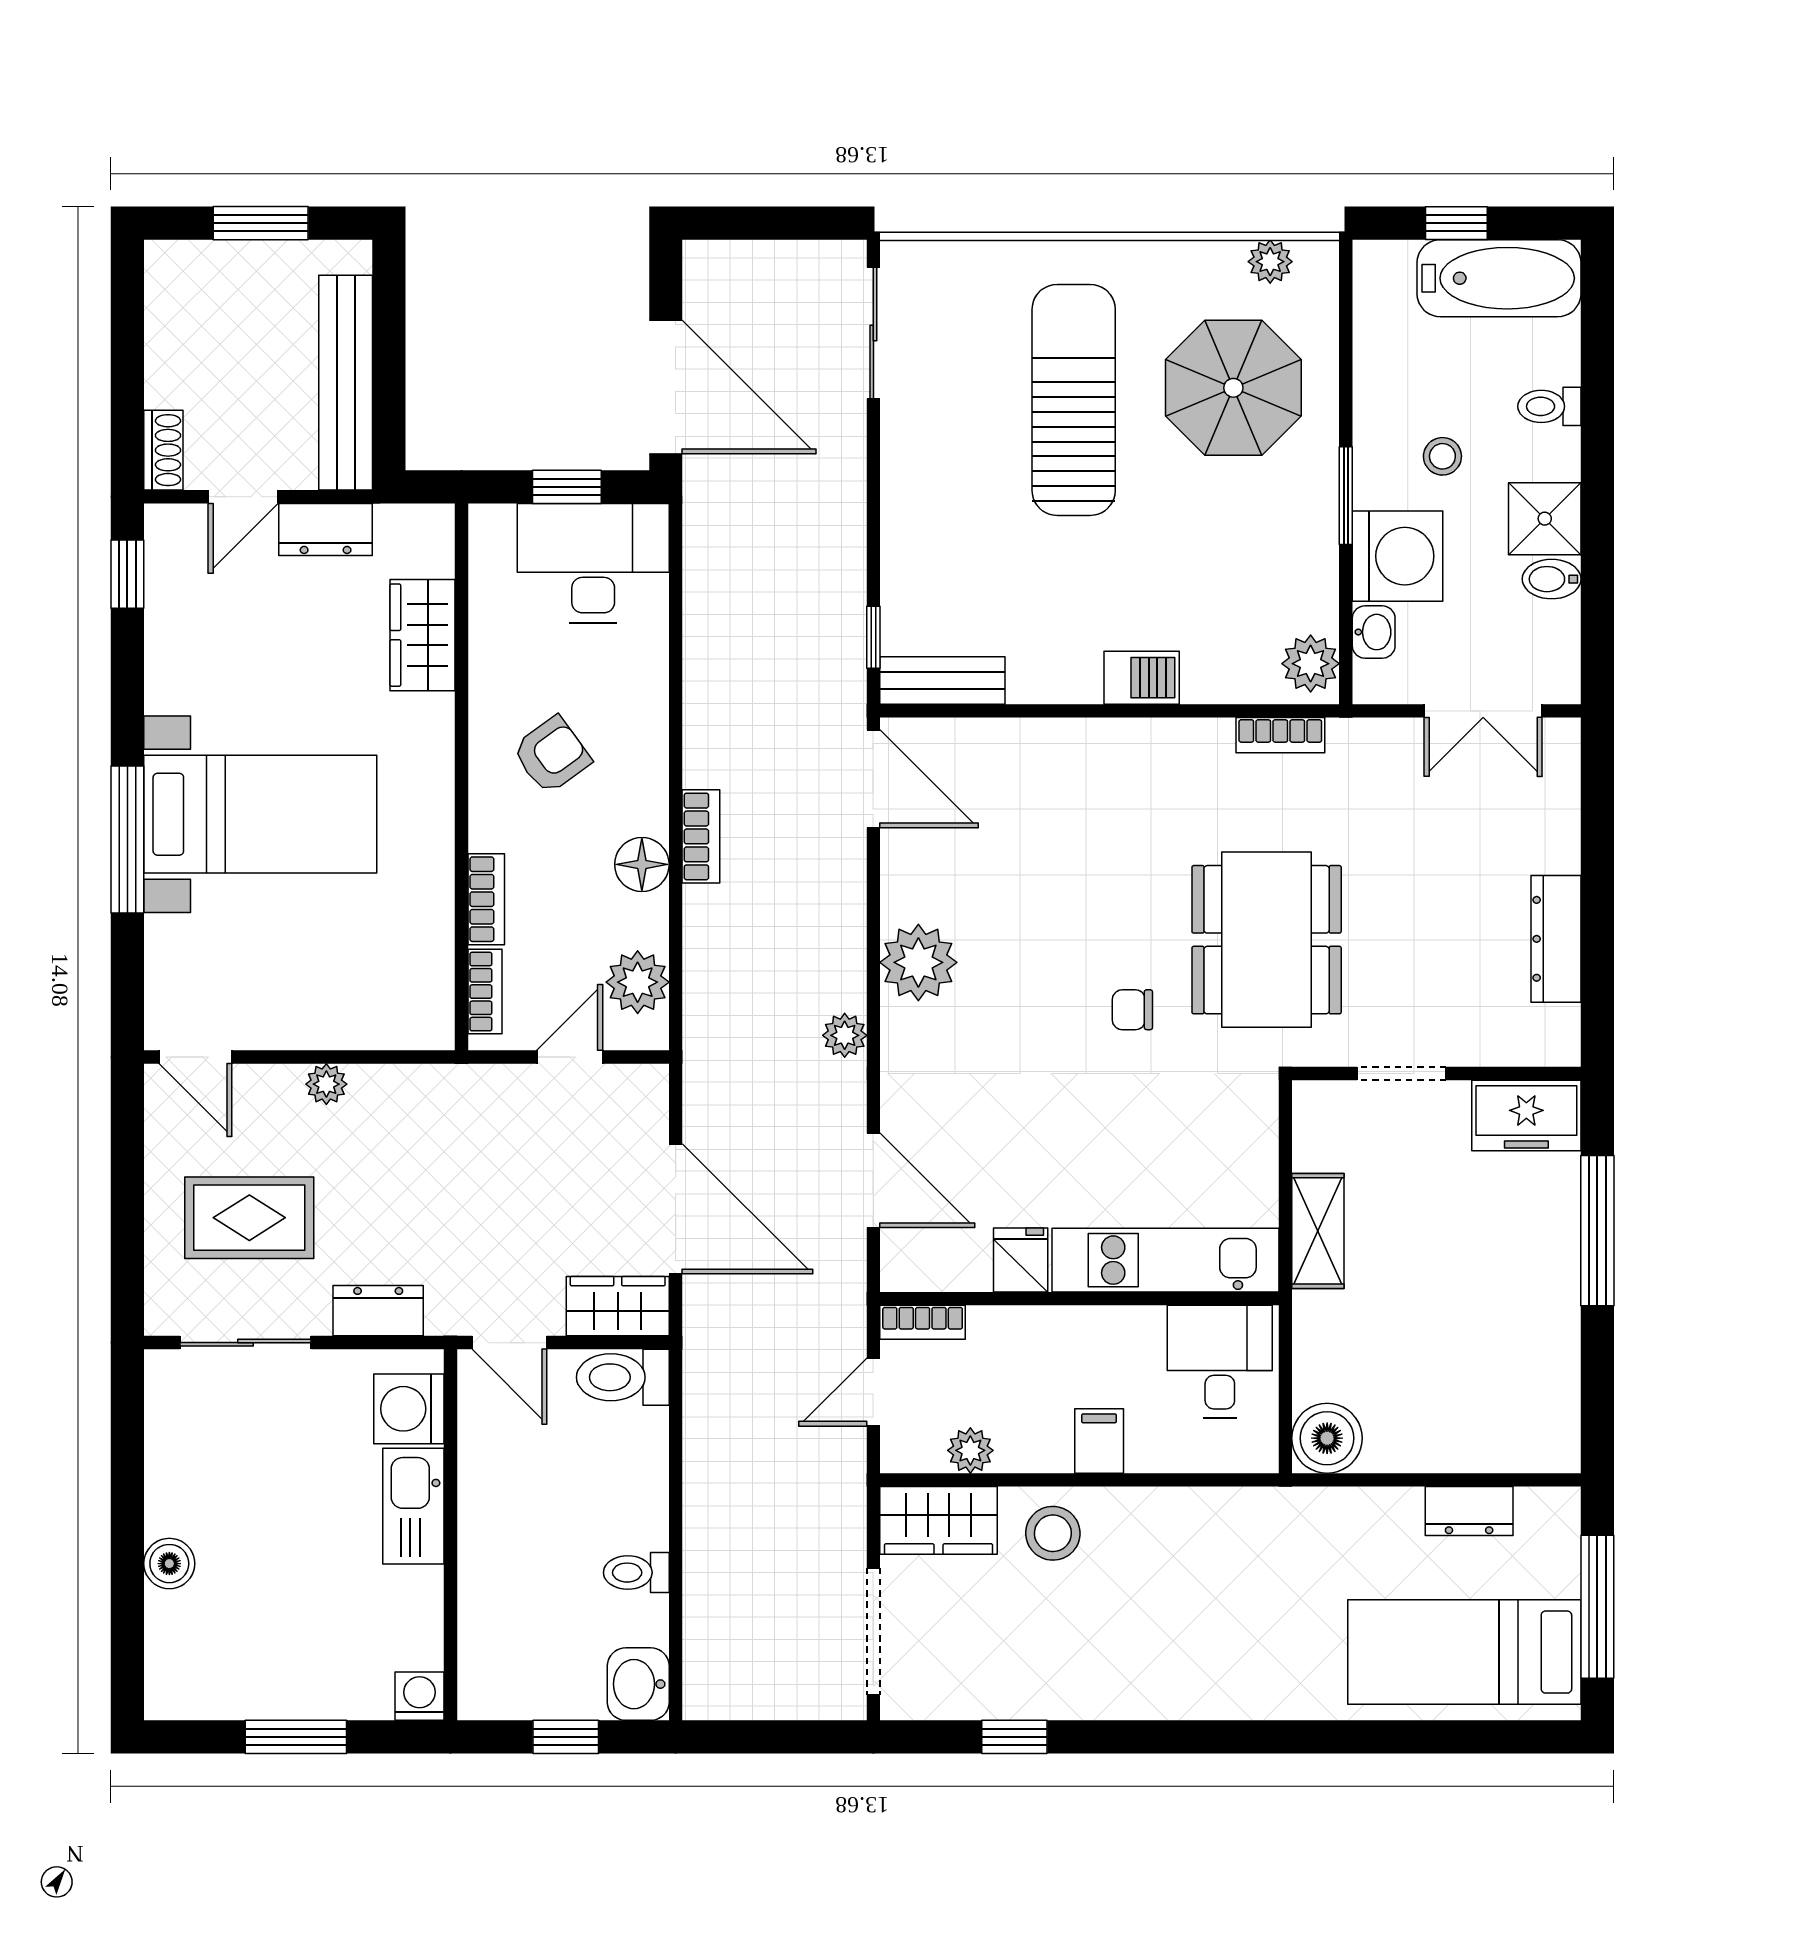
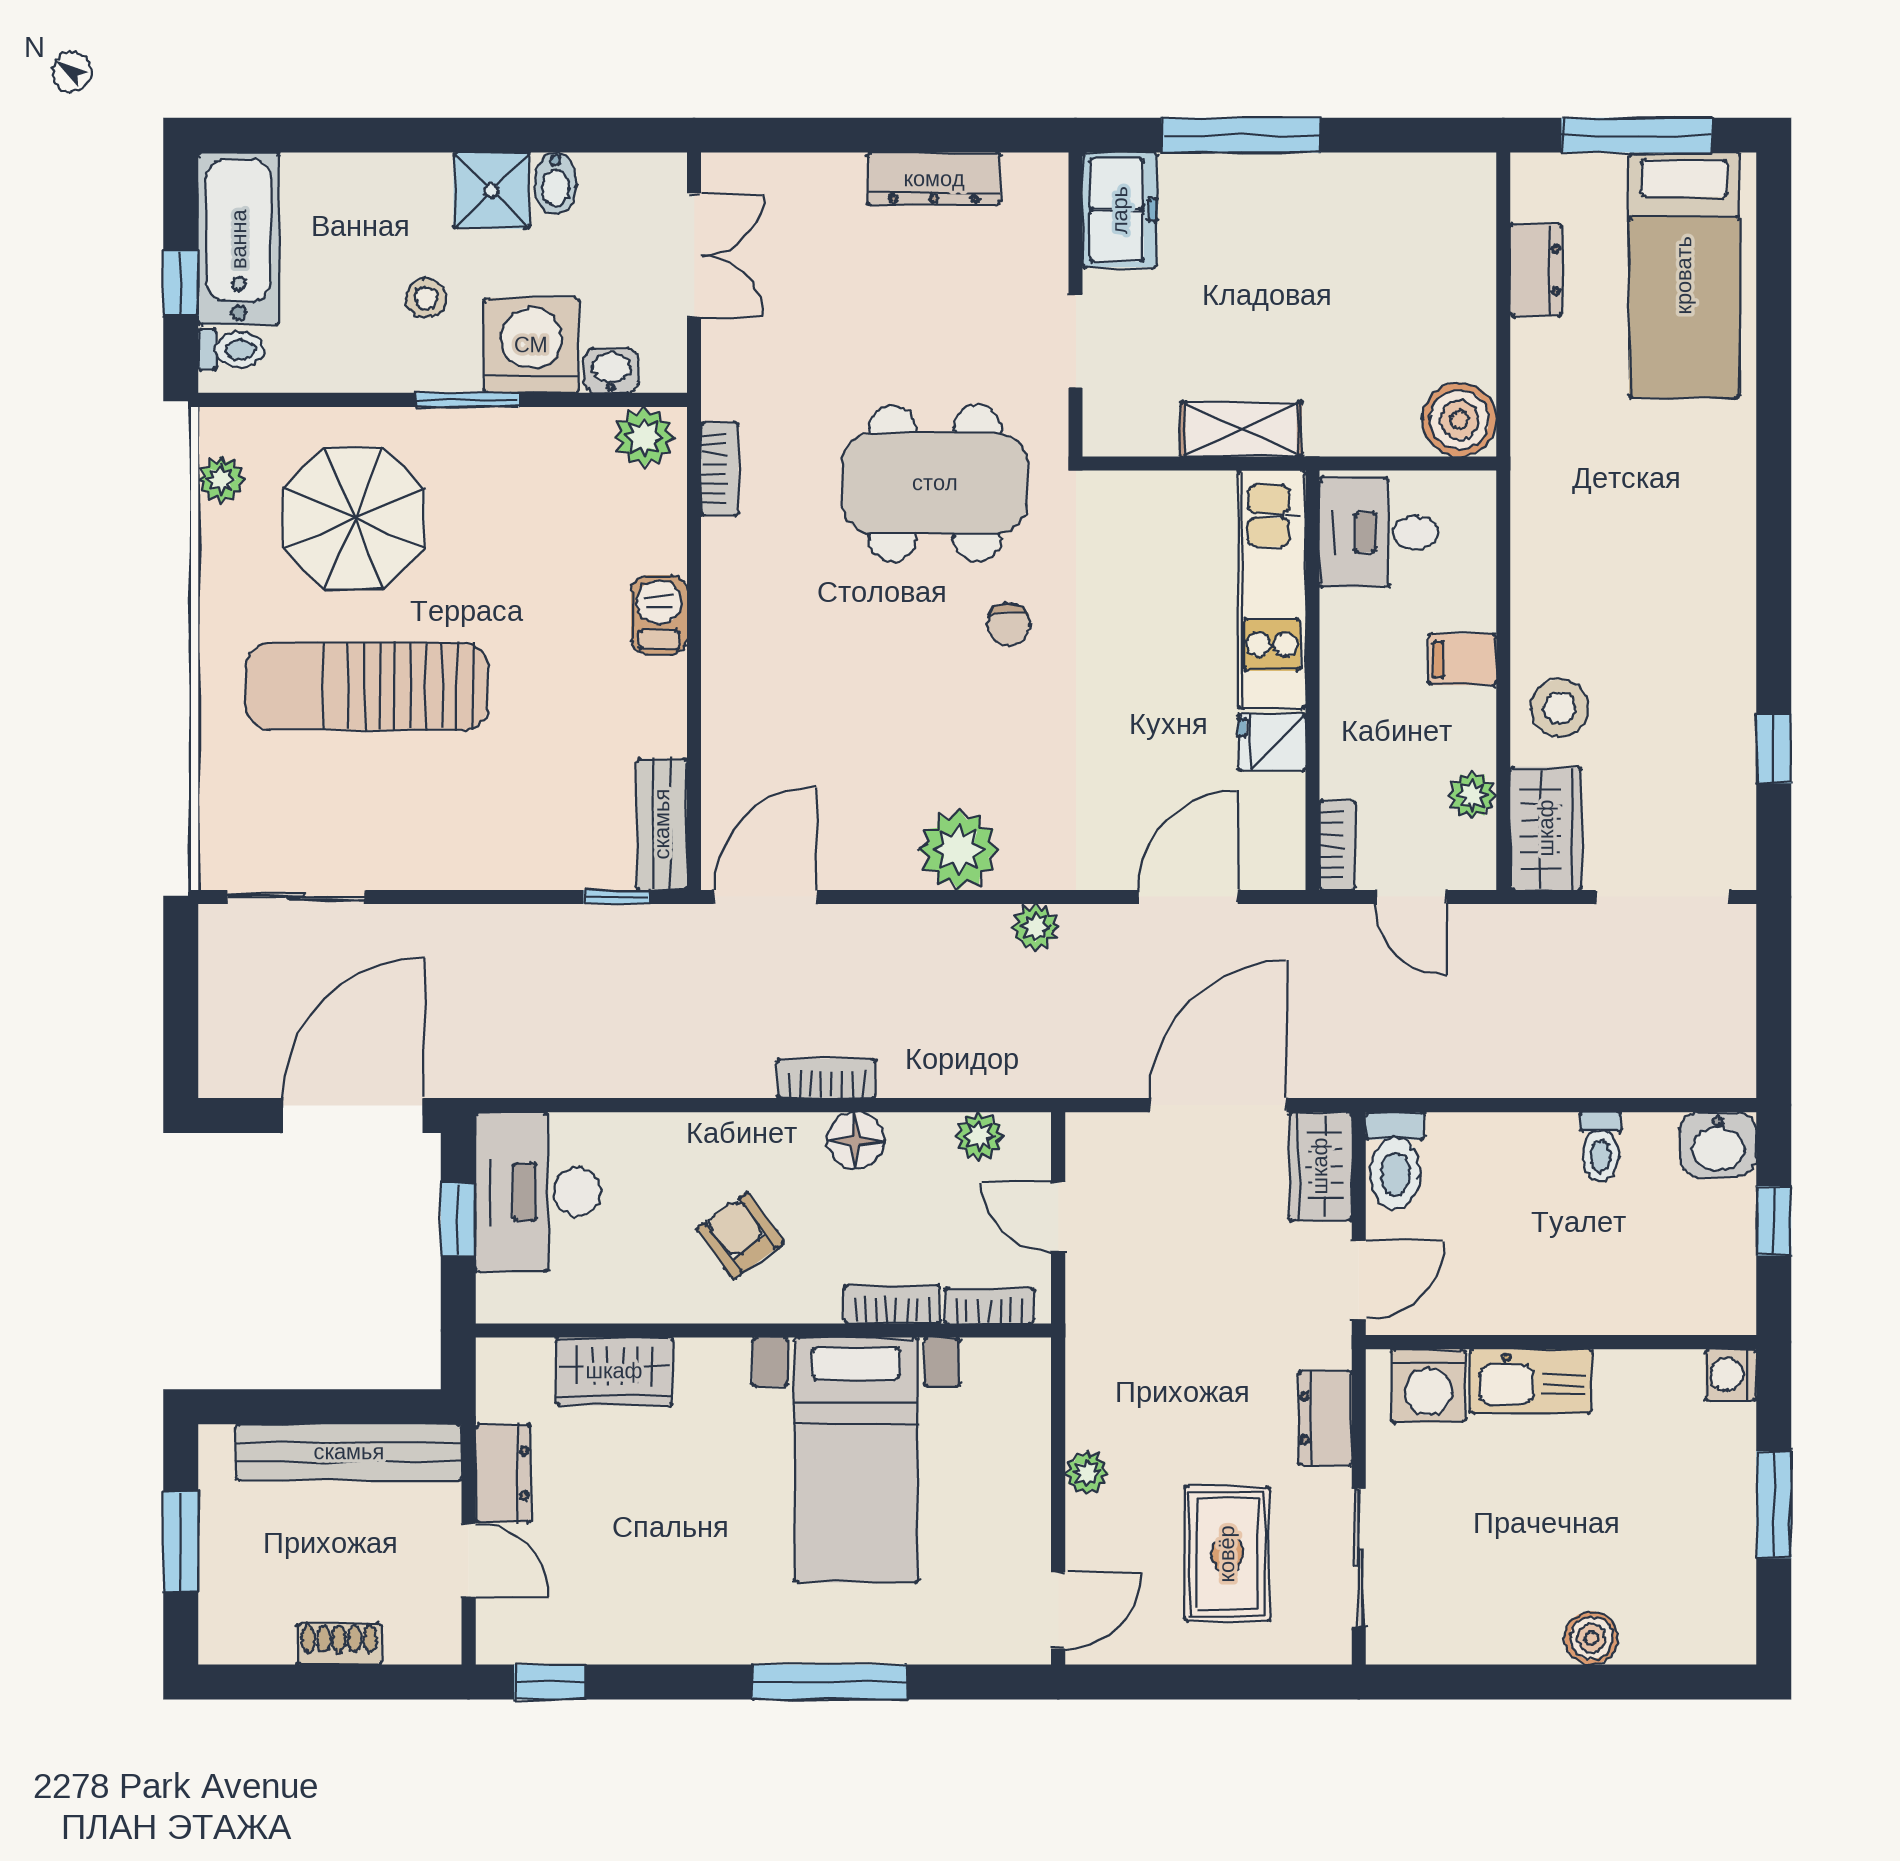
toilet: (1549, 406) -> (231, 350), moved, turned -90
shoe rack: (163, 450) -> (339, 1644), moved
bed with nightstands: (260, 814) -> (856, 1460), moved, turned 180
plant: (638, 982) -> (979, 1136), width x0.73, depth x0.73

